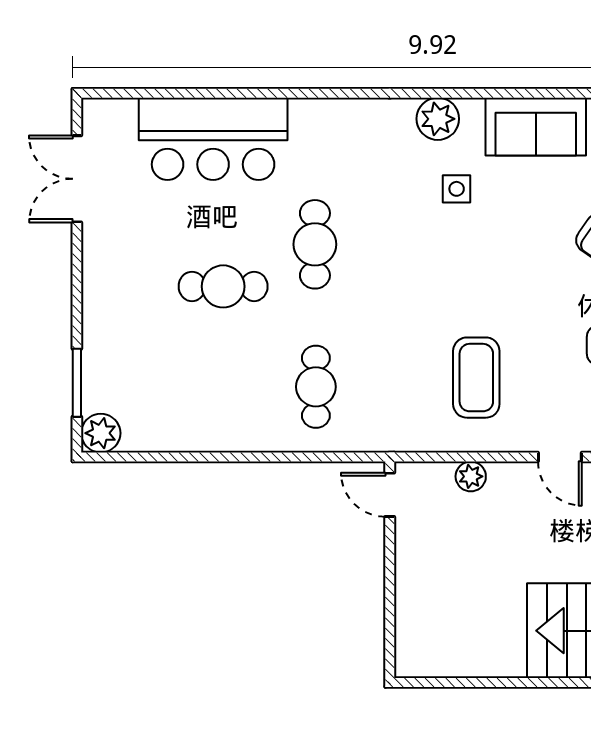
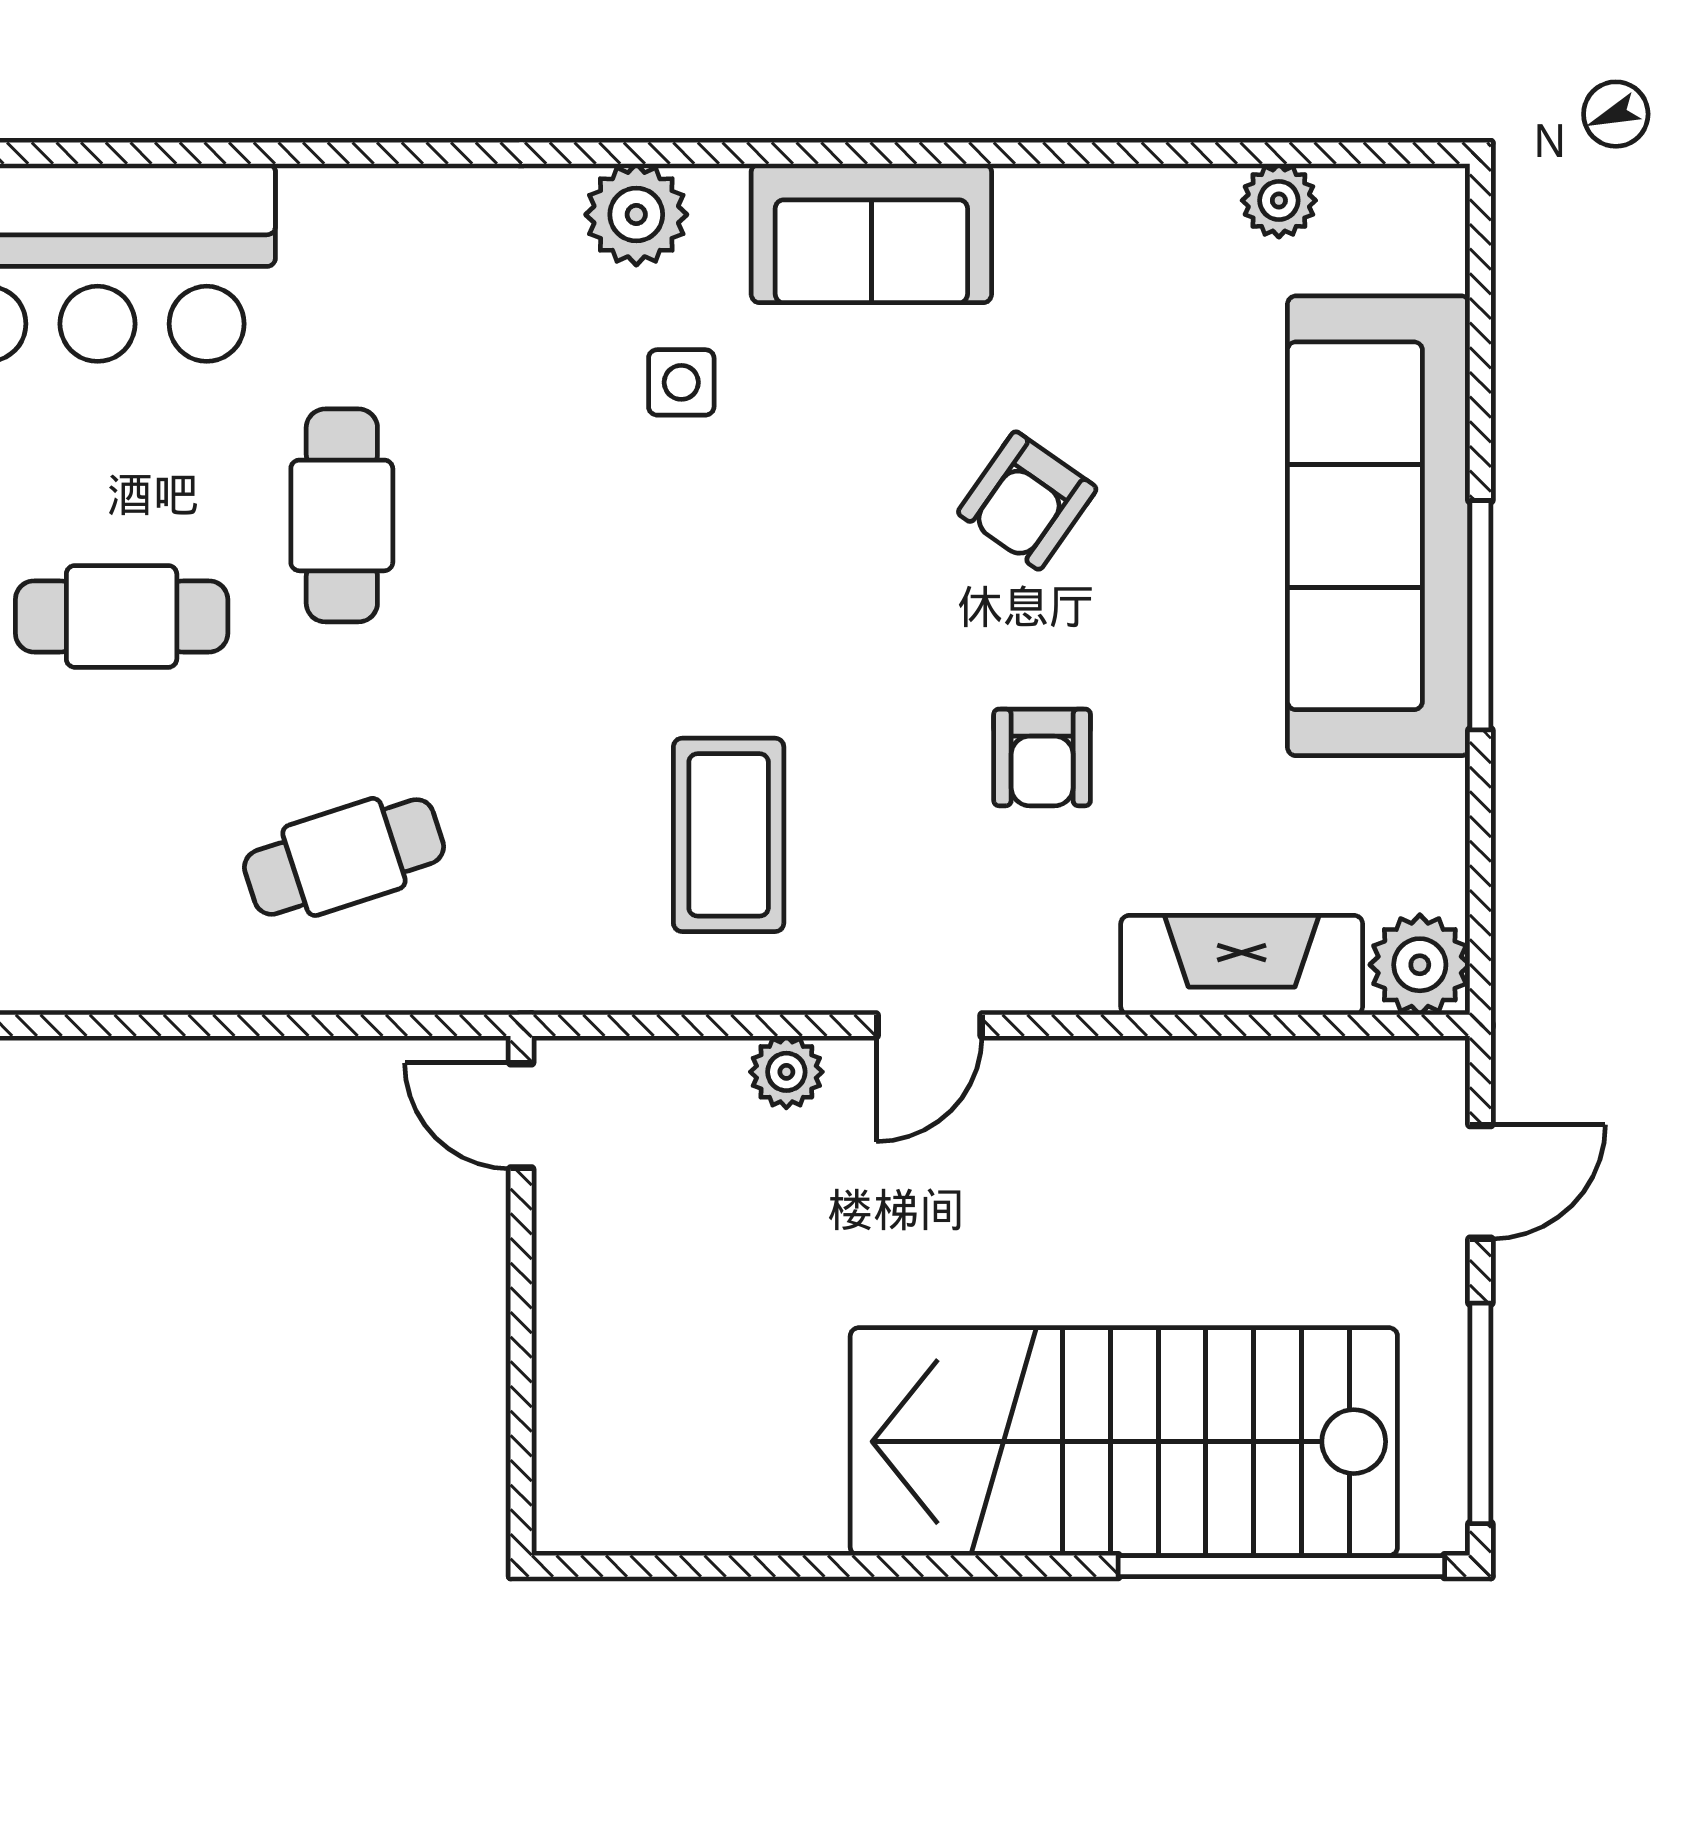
cafe table: (316, 387) -> (344, 857), turned 72
door: (560, 457) -> (929, 1025), hinge flipped
plant: (471, 476) -> (786, 1072), moved

